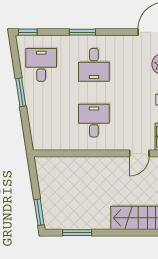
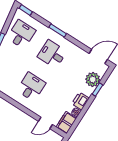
desk: (94, 65) -> (52, 54), turned 90

